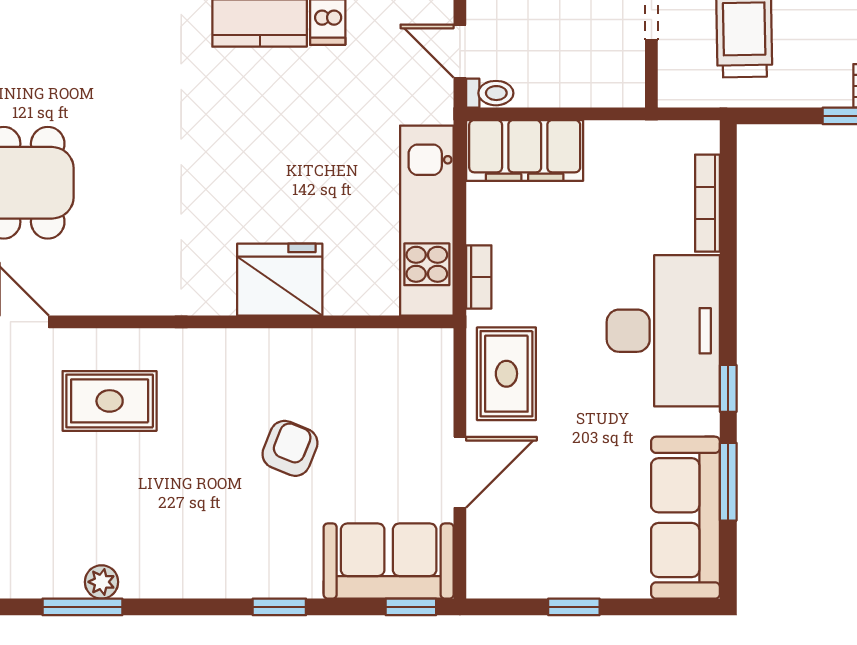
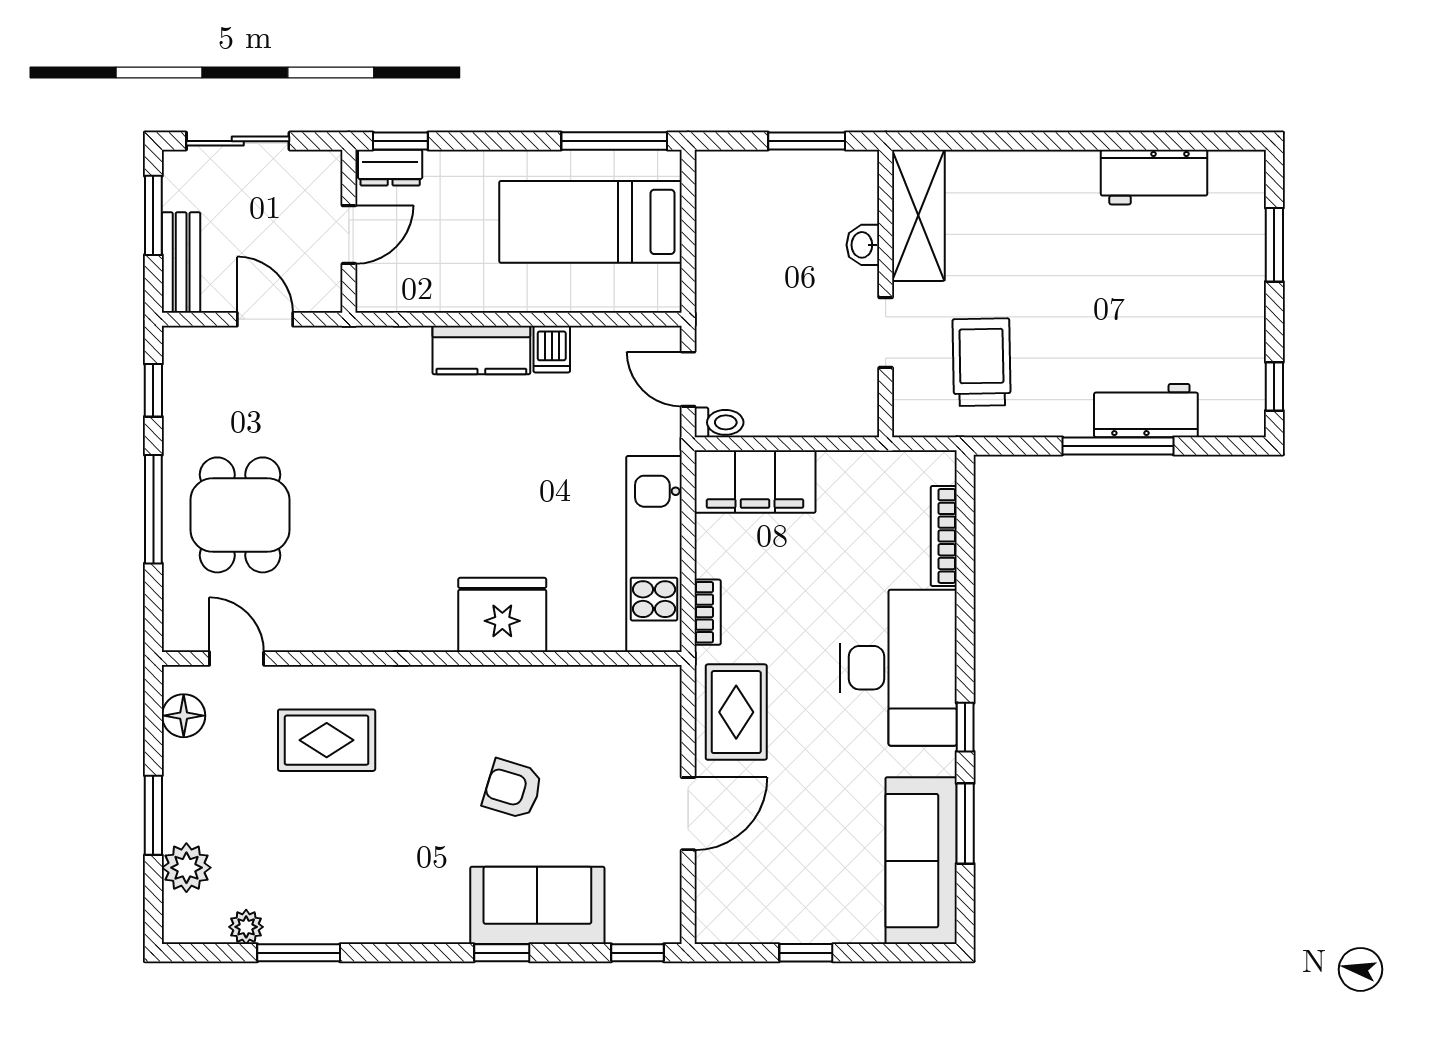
armchair: (290, 448) -> (513, 789), turned -95
sofa: (389, 561) -> (537, 905), moved
plant: (102, 582) -> (246, 927), moved

